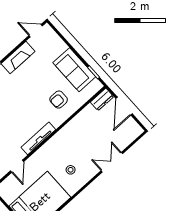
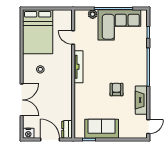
armchair: (59, 100) -> (116, 89), moved
nightstand: (136, 130) -> (28, 133), added
double door: (112, 162) -> (22, 100), width x1.37

